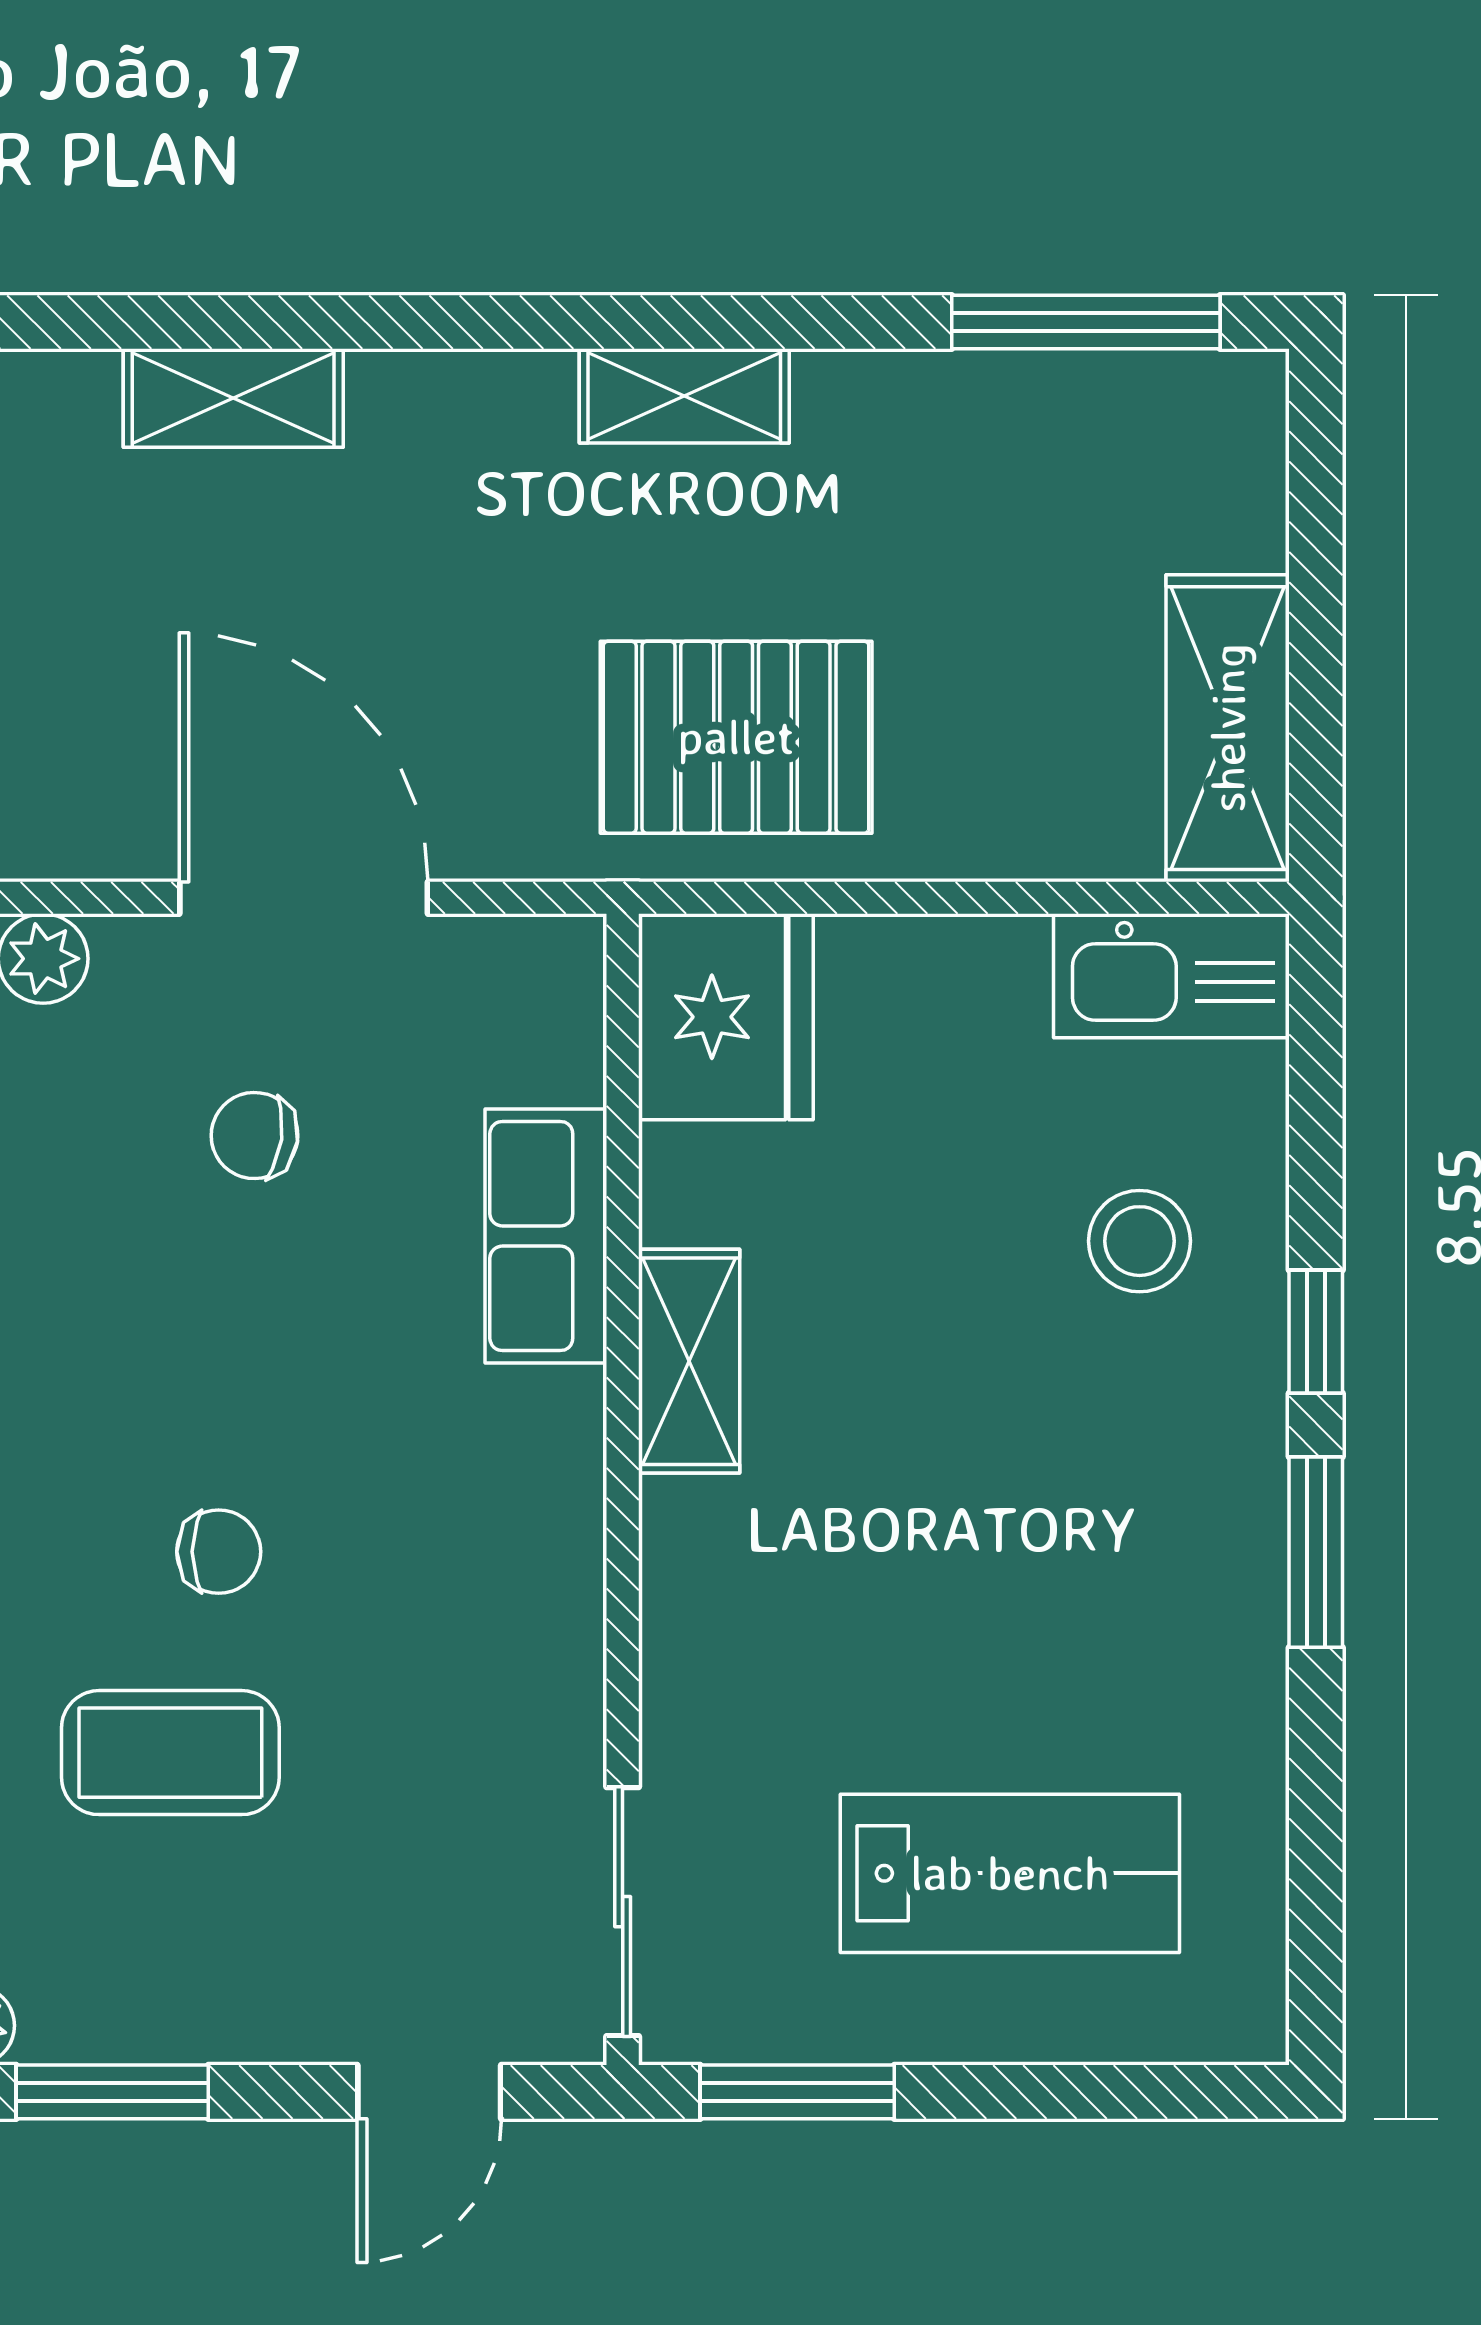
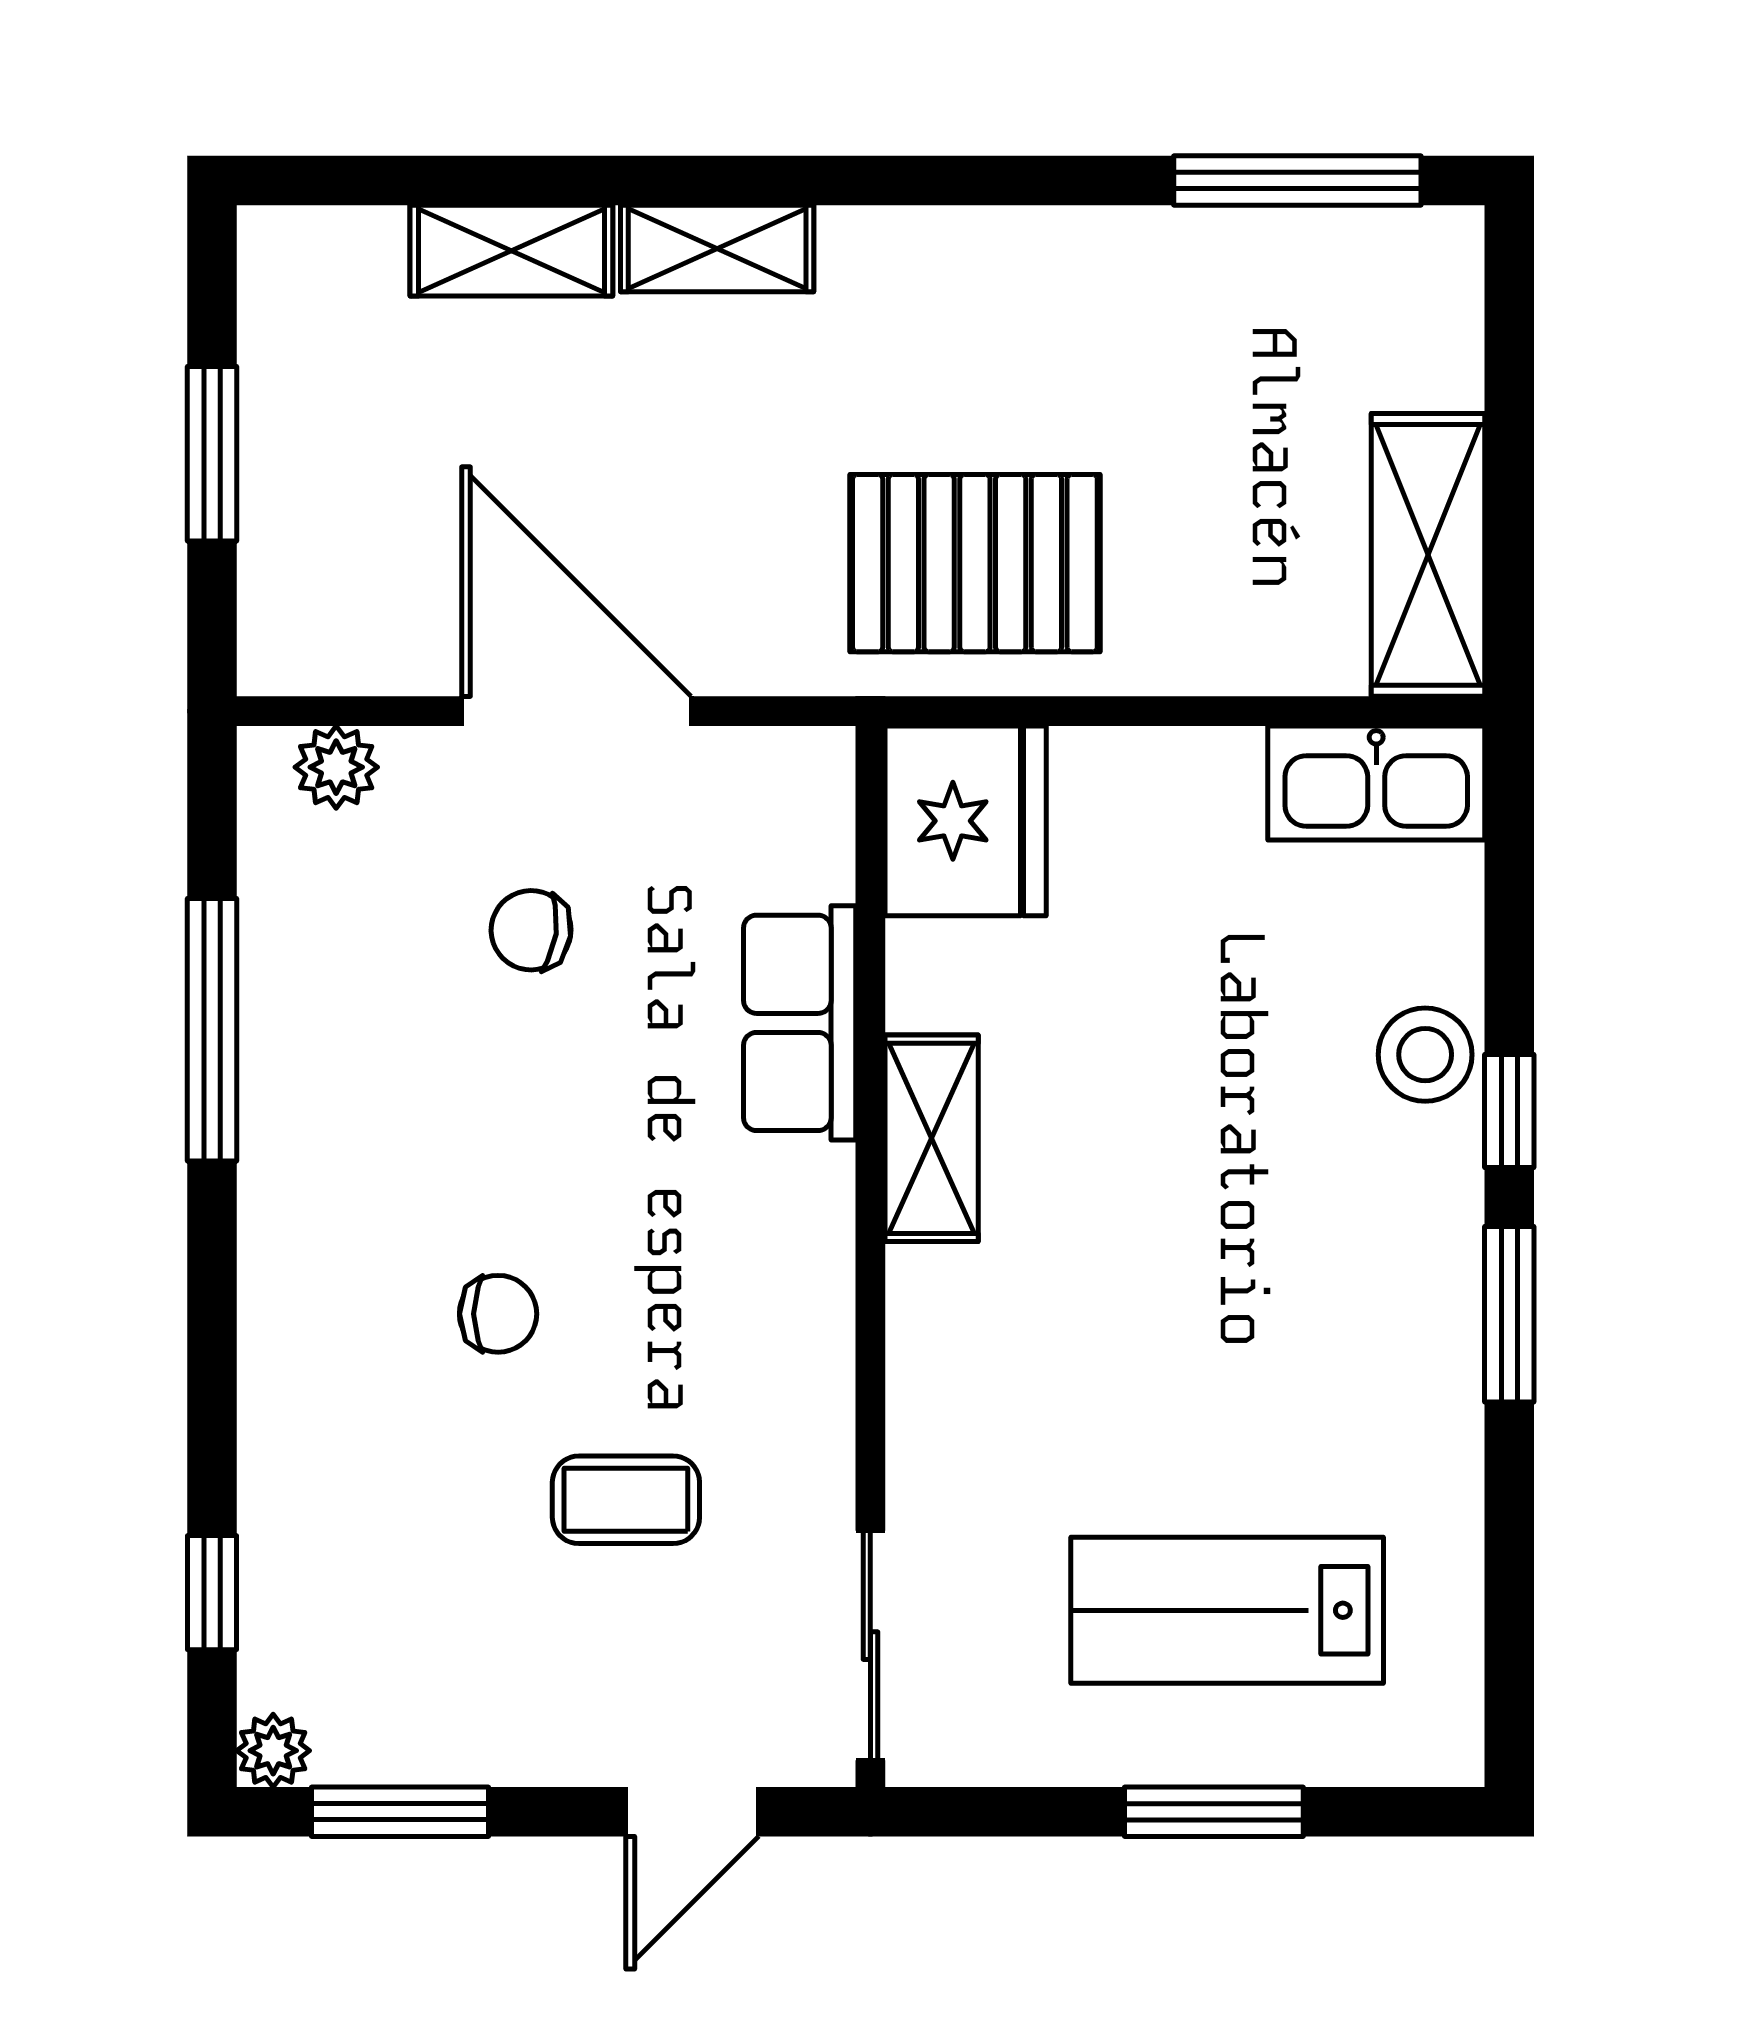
shelving: (684, 396) -> (717, 248), moved
stool: (1139, 1241) -> (1425, 1055), moved
coffee table: (170, 1753) -> (626, 1500), moved, width x0.73, depth x0.77
lab bench: (1010, 1873) -> (1227, 1610), turned 180
window: (797, 2092) -> (1214, 1812), moved

